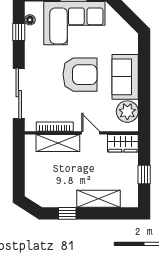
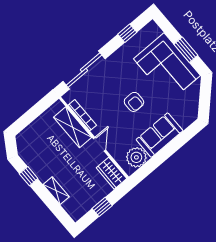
floor lamp: (30, 20) -> (143, 34), removed
armchair: (80, 75) -> (134, 102), width x0.53, depth x0.53
shelving: (99, 199) -> (56, 191), width x0.67, depth x0.75

